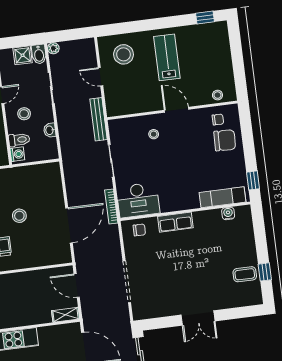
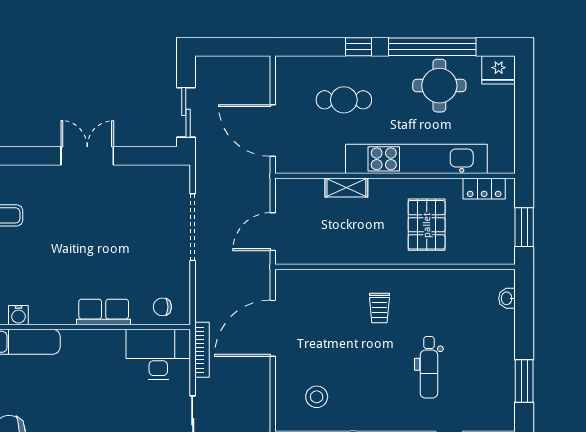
stool: (19, 216) -> (317, 397), moved
door: (77, 286) -> (273, 232), swing flipped
shelving: (66, 315) -> (346, 188), moved

